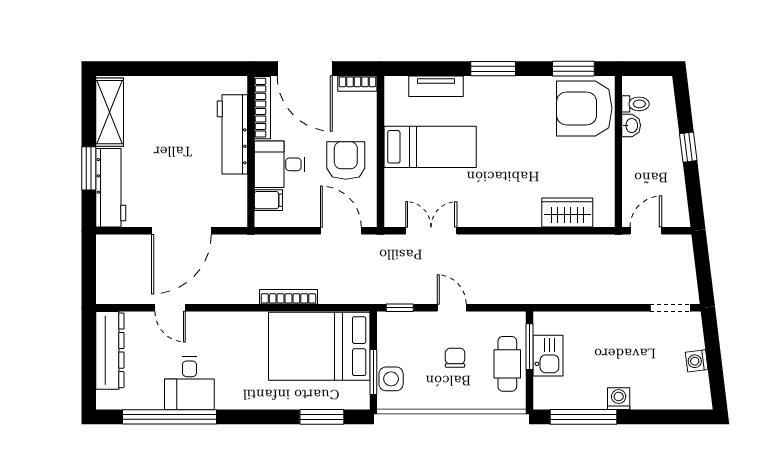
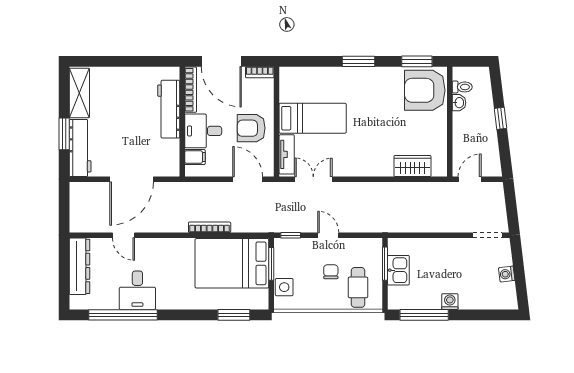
tv unit: (436, 86) -> (287, 154), moved, turned -90
armchair: (346, 161) -> (251, 128), turned -90
cafe table: (507, 364) -> (358, 287), moved
window: (373, 372) -> (271, 264), moved

